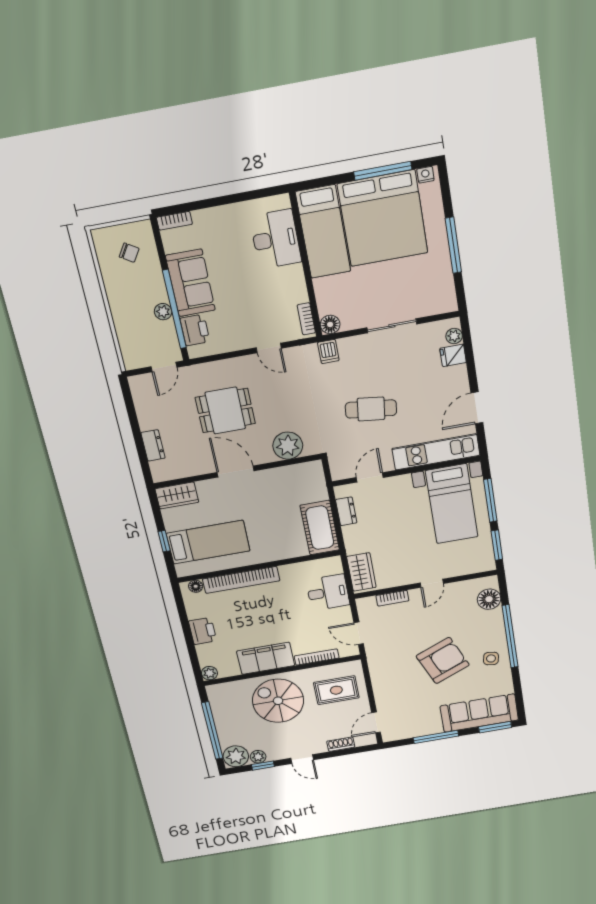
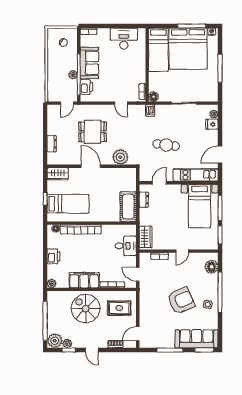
desk: (276, 239) -> (124, 39), moved, turned -90

